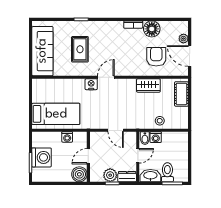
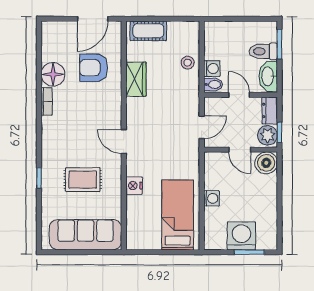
plant: (183, 39) -> (67, 28), removed
nightstand: (91, 84) -> (134, 186), moved
door: (88, 156) -> (240, 150), moved
wall: (88, 157) -> (241, 150), moved
boiler: (79, 174) -> (266, 163), moved

